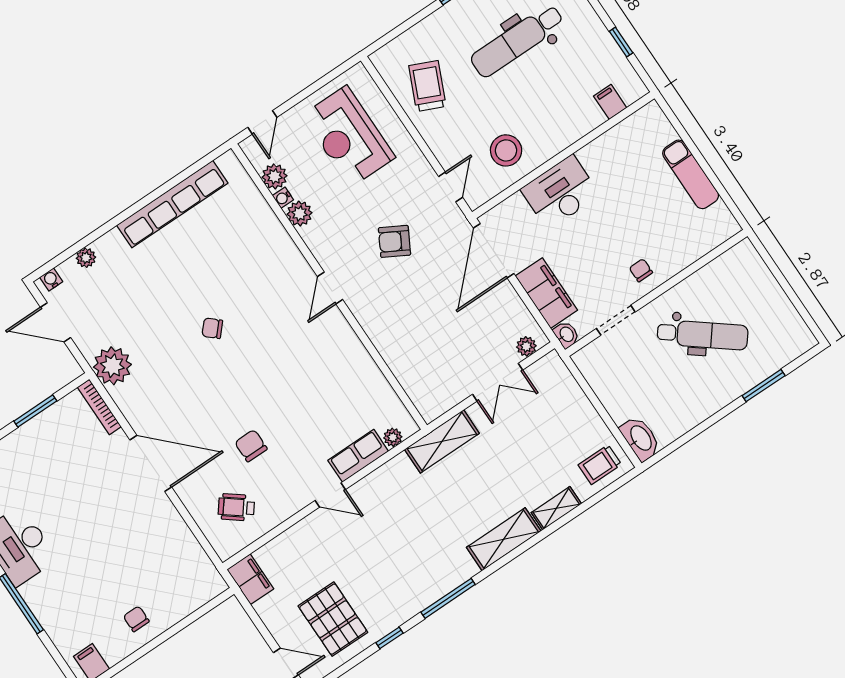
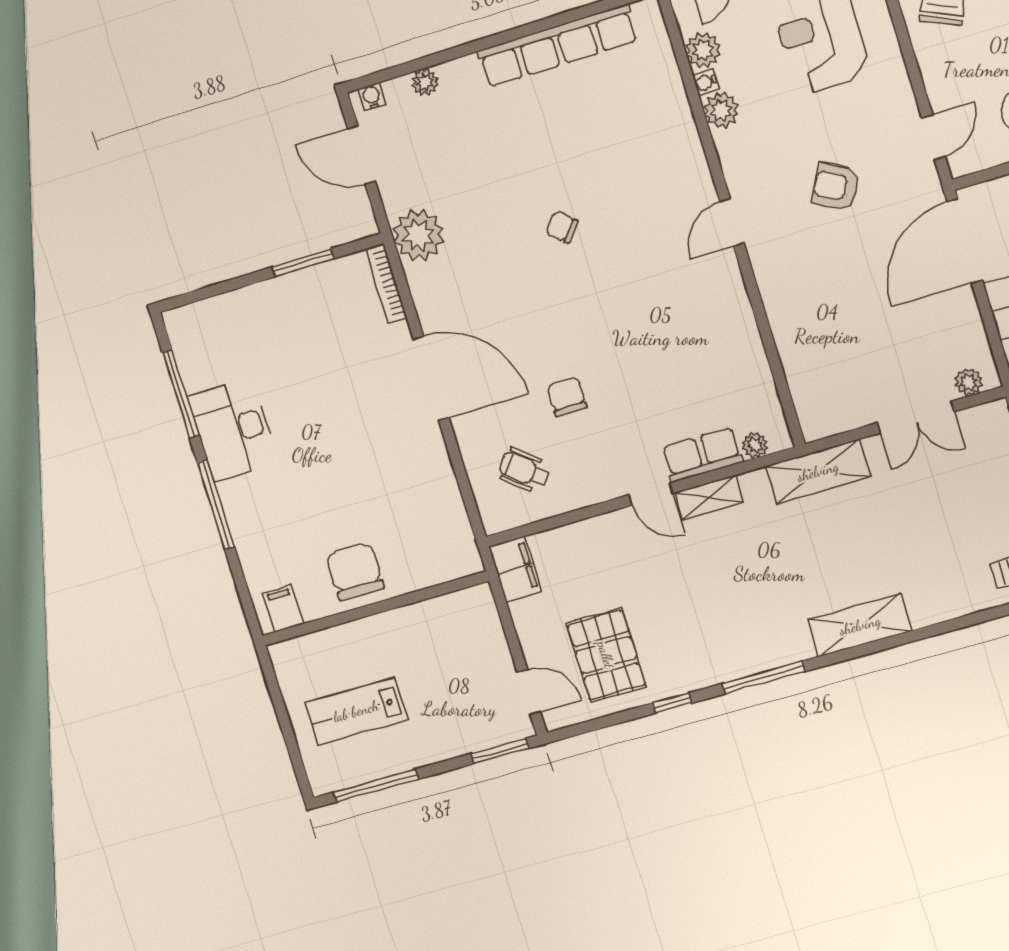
shelving: (556, 508) -> (709, 497), moved
chair: (136, 619) -> (355, 572), width x1.87, depth x1.87

